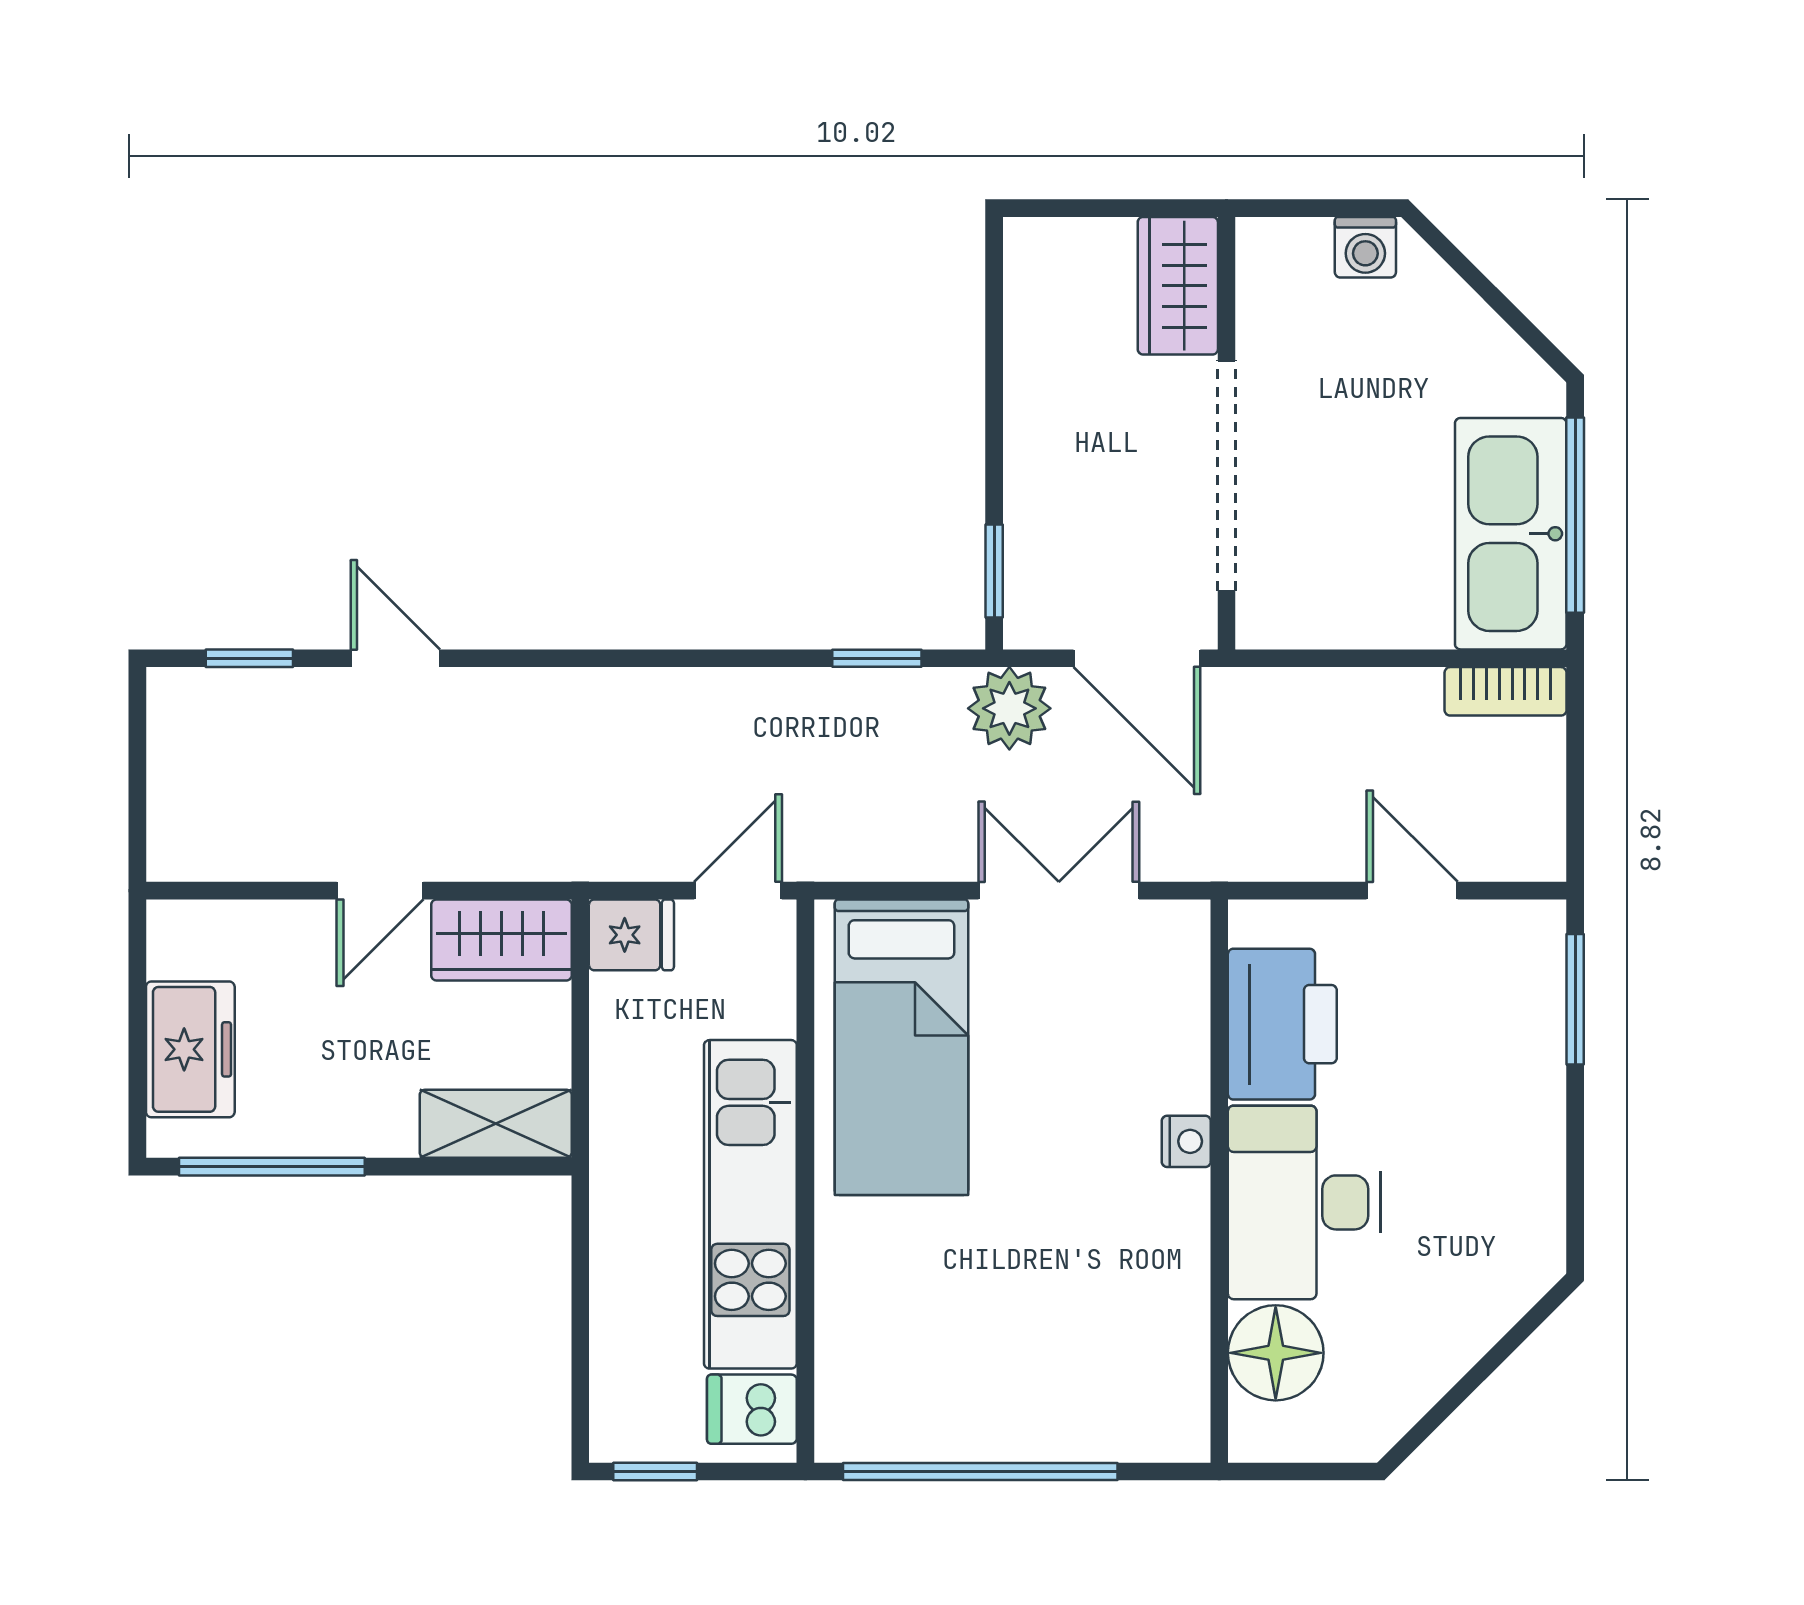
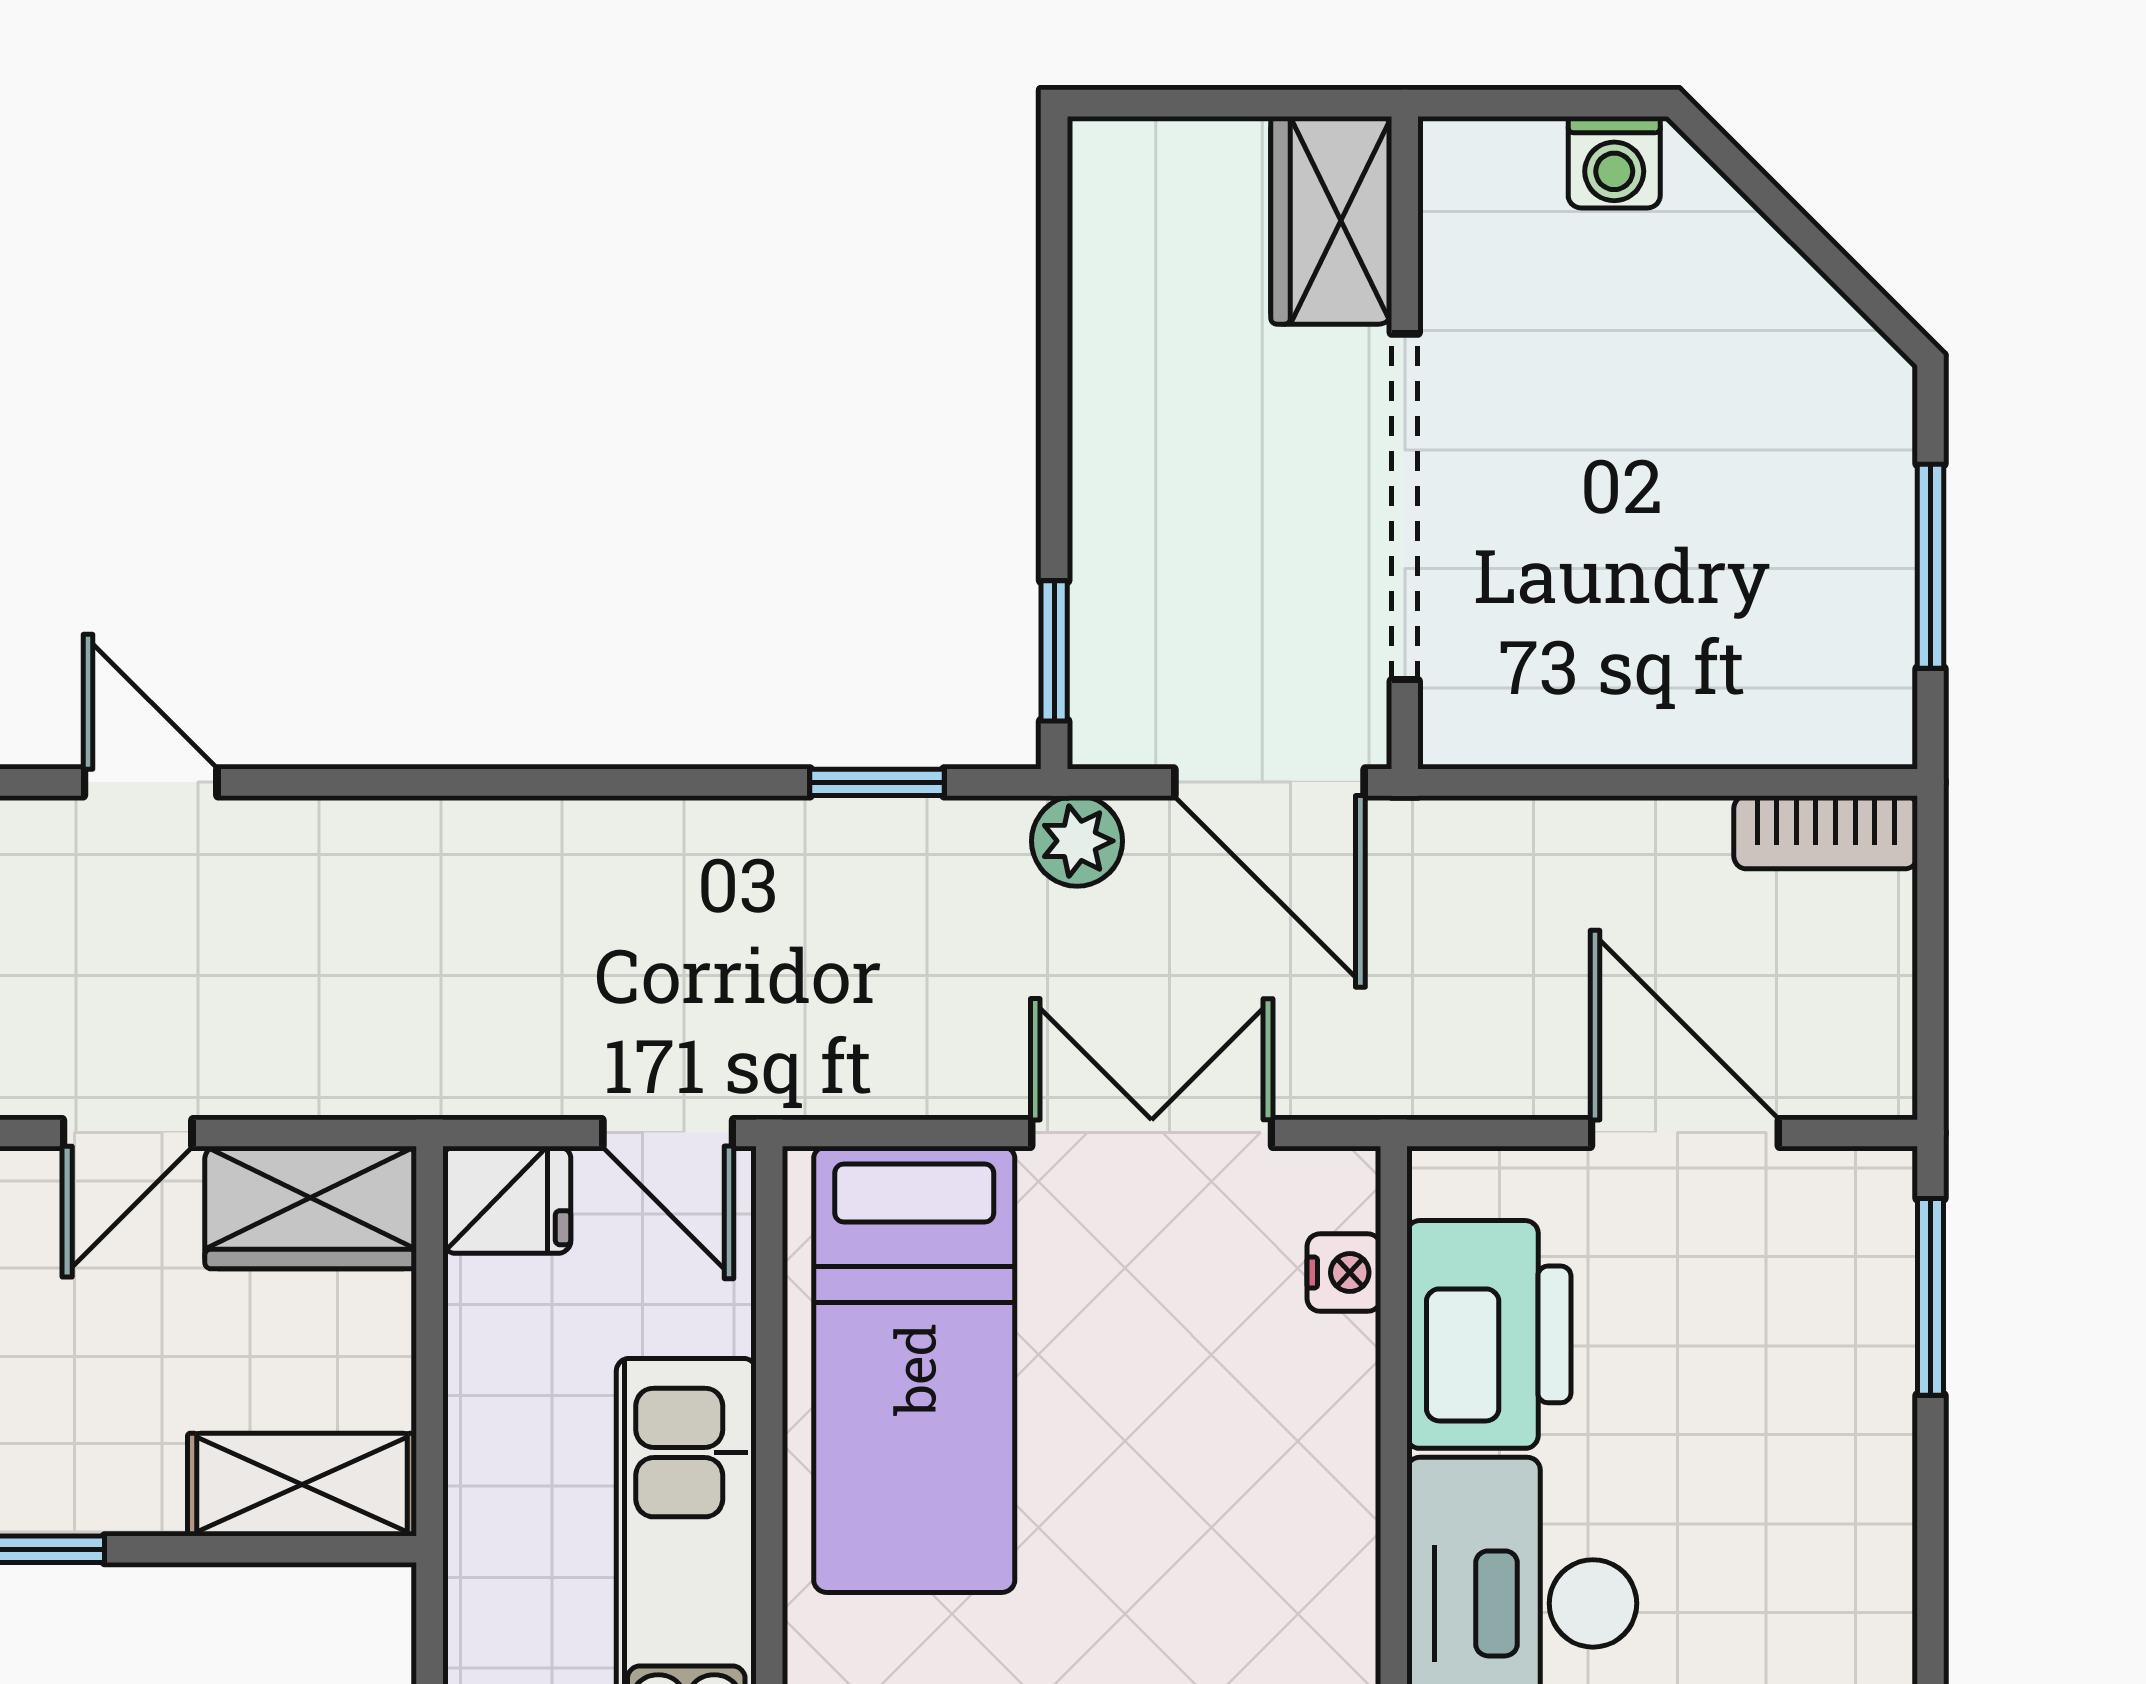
window: (1575, 515) -> (1931, 566), width x0.69
kitchen sink: (1511, 534) -> (1834, 594), removed
plant: (1009, 708) -> (1077, 841), width x0.73, depth x0.73
door: (738, 891) -> (668, 1133), swing flipped
door: (1412, 891) -> (1685, 1133), width x1.38
nightstand: (1186, 1141) -> (1344, 1273), moved

